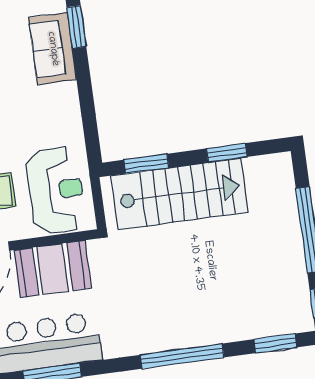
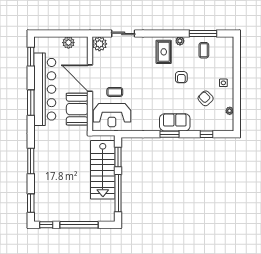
window: (76, 27) -> (170, 134), moved
window: (227, 153) -> (118, 193), width x2.11
window: (182, 356) -> (31, 161), width x0.68

